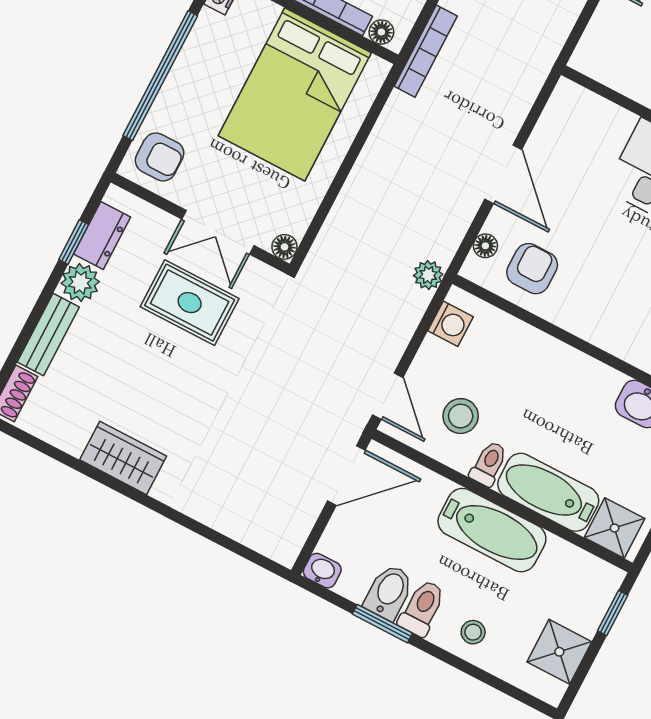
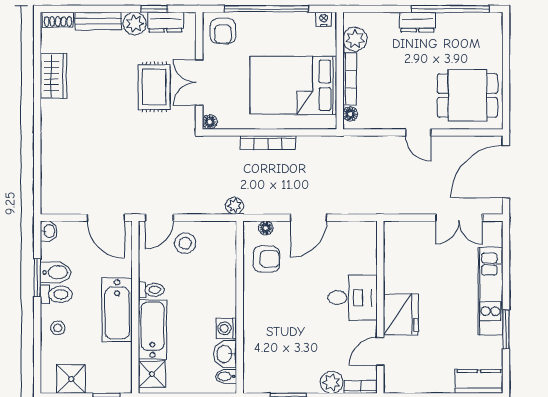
bookcase: (426, 51) -> (268, 143), moved
washing machine: (451, 324) -> (226, 328), moved, turned 90
stool: (461, 416) -> (185, 243), moved
wardrobe: (123, 458) -> (53, 76), moved

